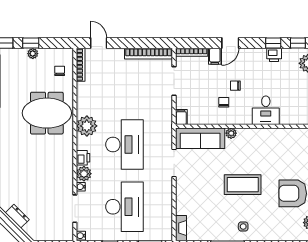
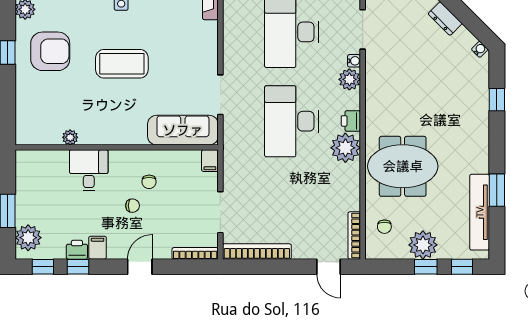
plant: (33, 54) -> (423, 245), width x1.88, depth x1.88
filing cabinet: (215, 56) -> (98, 248), moved
plant: (231, 133) -> (70, 137), moved
printer: (83, 158) -> (351, 121), moved

